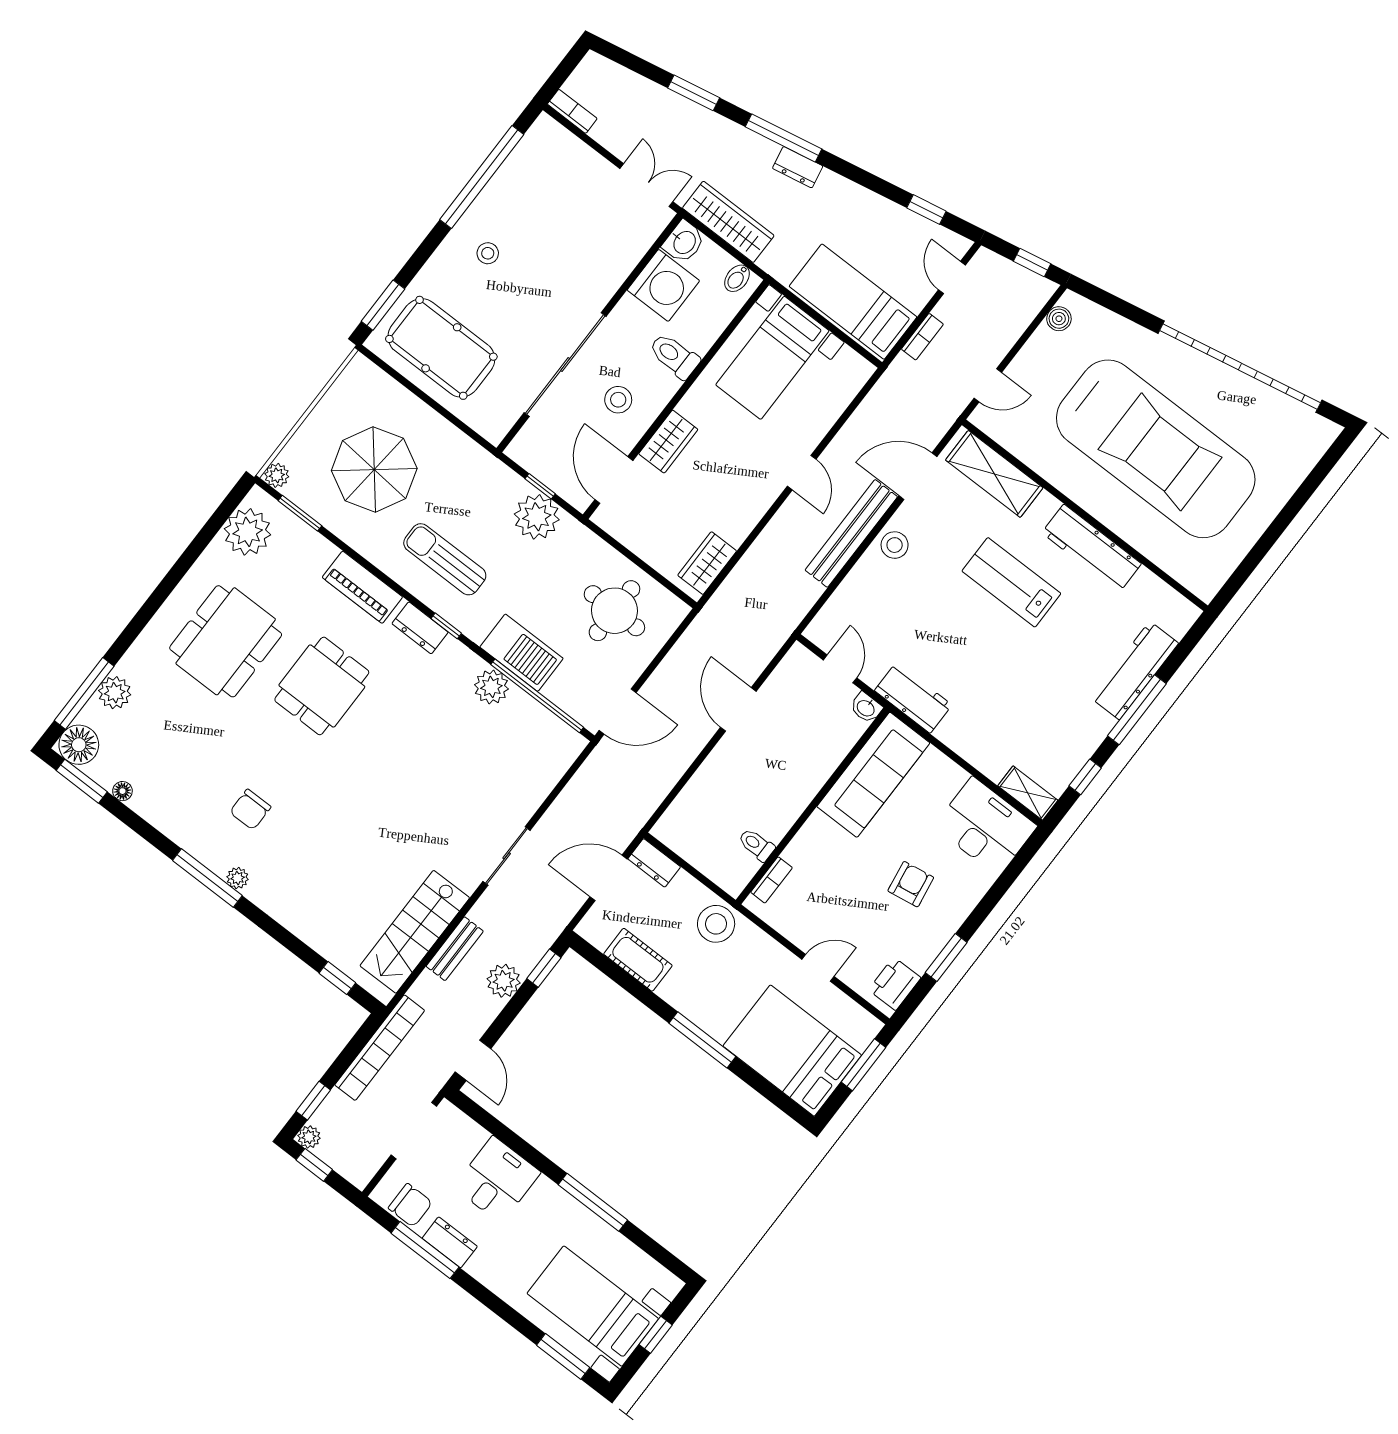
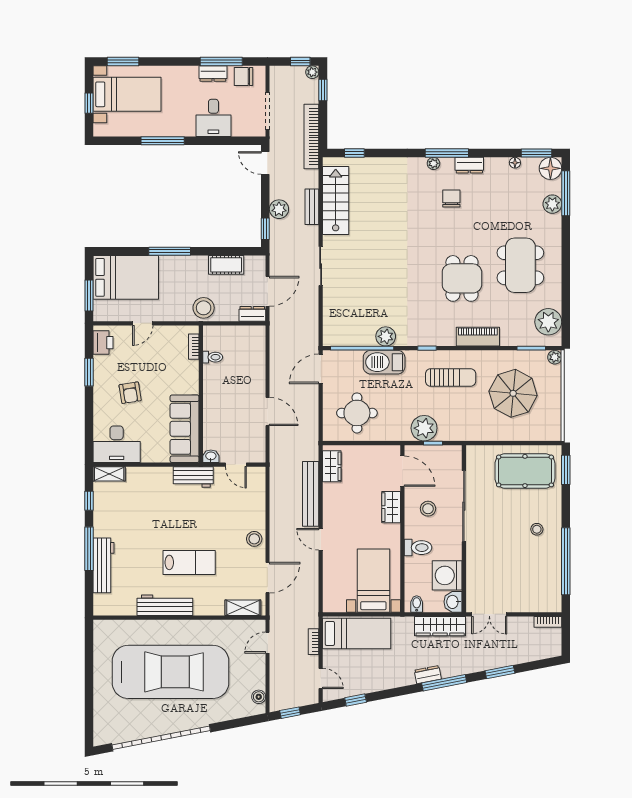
car: (1156, 449) -> (171, 672), turned 180
shelving: (994, 474) -> (243, 608), width x0.67, depth x0.75
bench: (851, 533) -> (311, 494), moved
dresser: (420, 628) -> (469, 165), moved, turned 180

